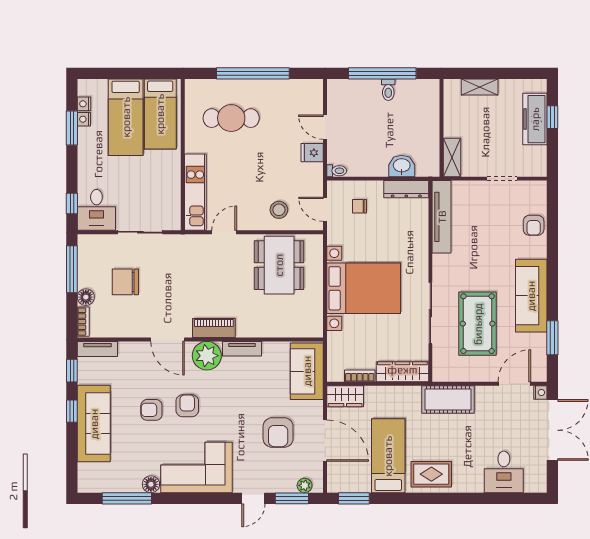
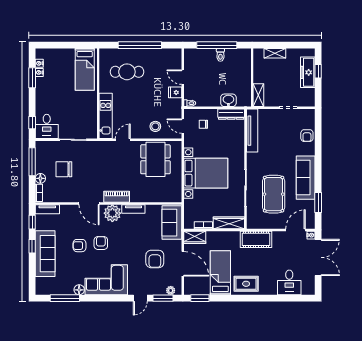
bed: (126, 117) -> (64, 71), removed

